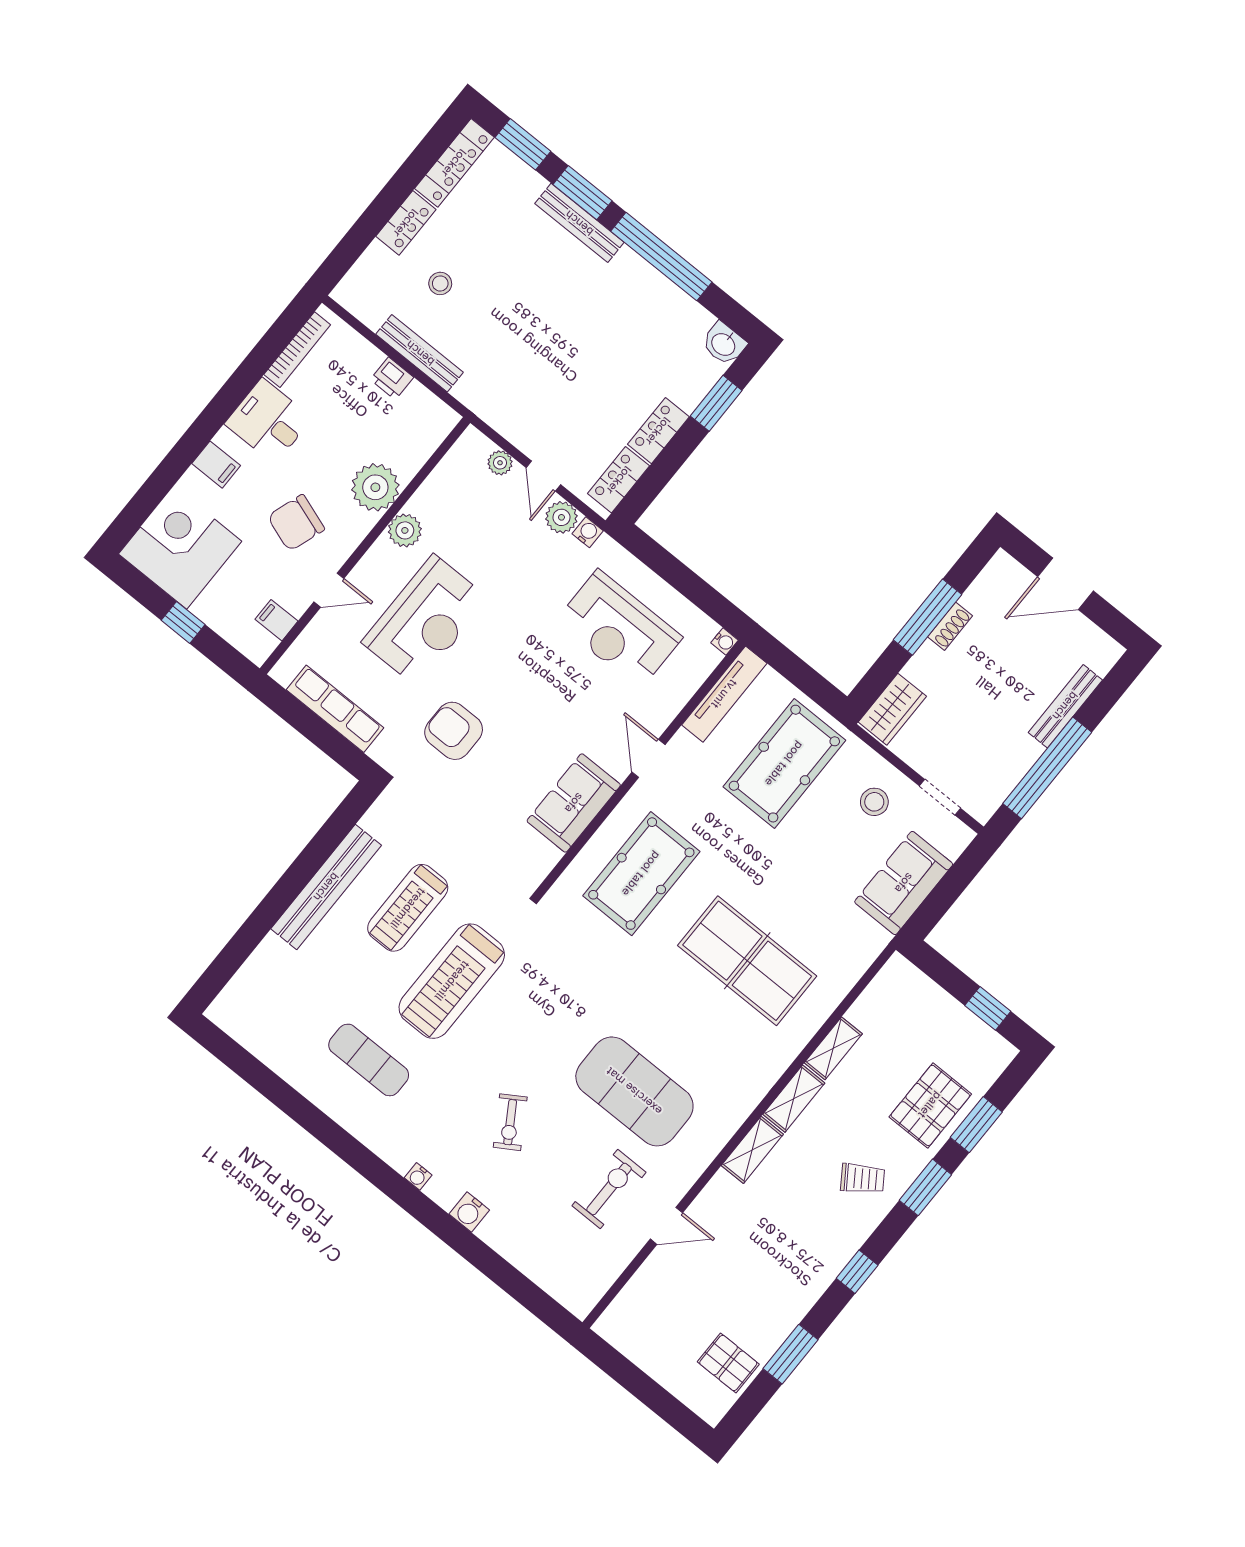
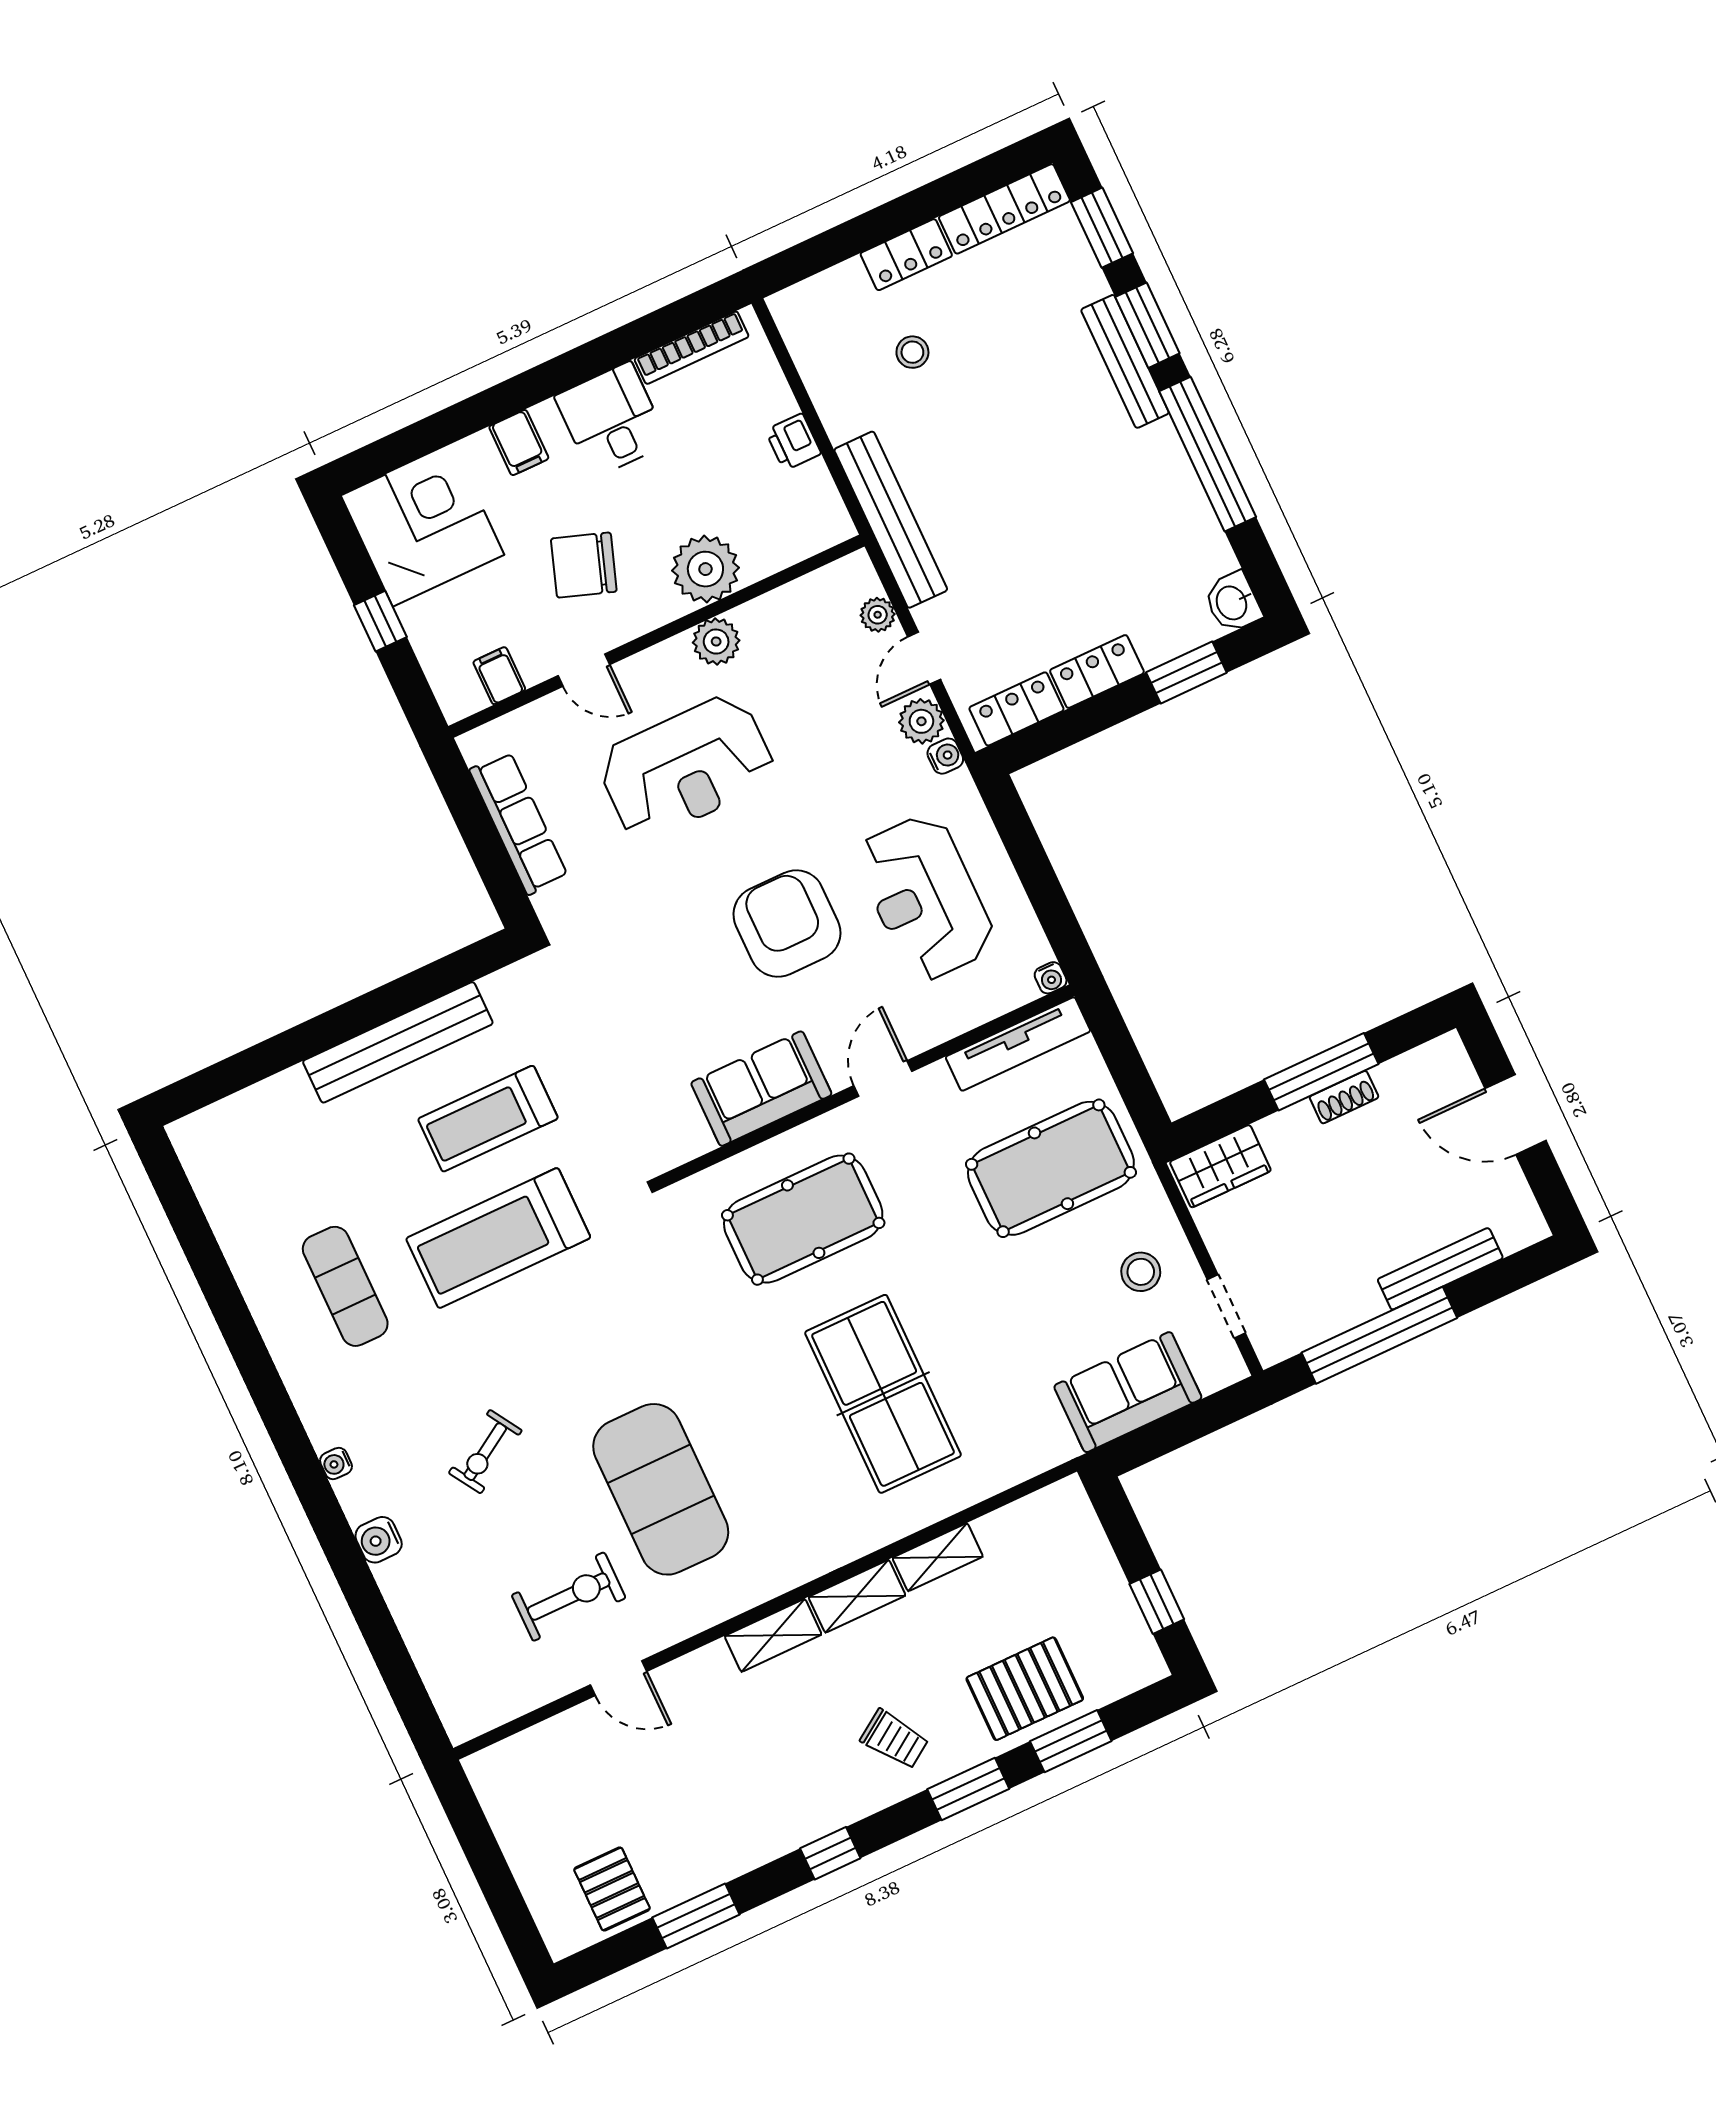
bench: (420, 353) -> (891, 520), moved, width x1.37, depth x1.21
armchair: (454, 731) -> (787, 924), moved, width x1.36, depth x1.36

